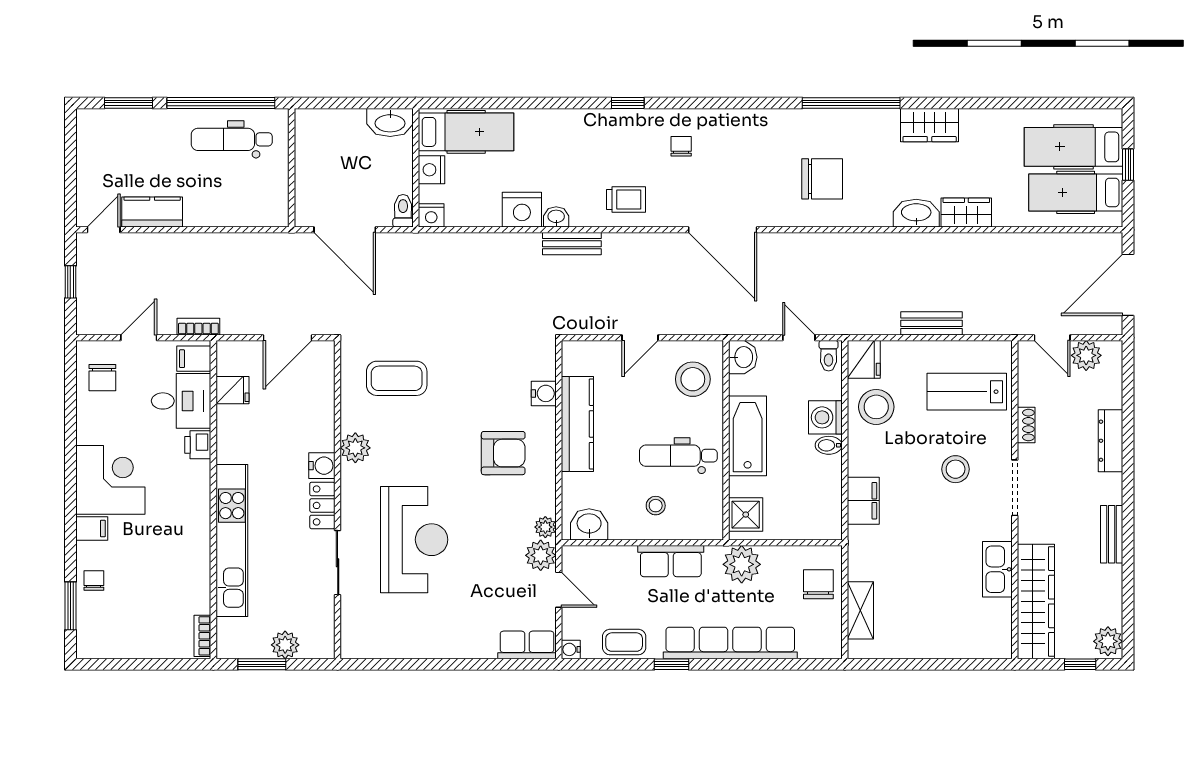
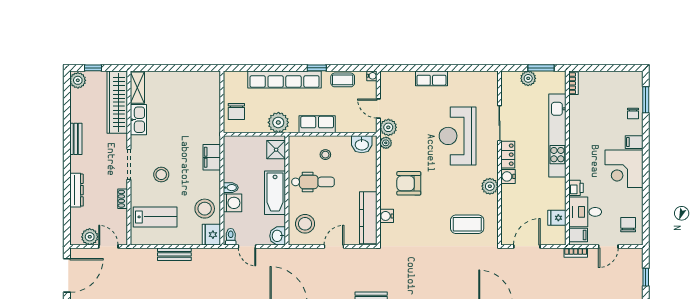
kitchen counter: (577, 424) -> (368, 218), moved
shelving: (860, 610) -> (137, 88), moved
row of seats: (527, 645) -> (431, 78), moved

